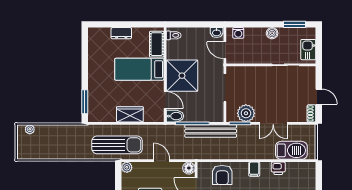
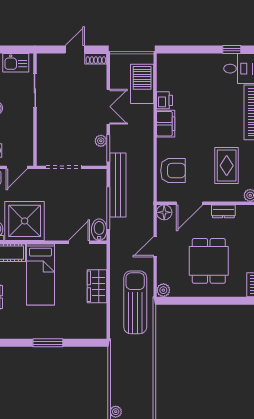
shower: (182, 76) -> (25, 221), moved
window: (85, 102) -> (48, 343), moved
plant: (246, 113) -> (101, 141), width x0.53, depth x0.53
filing cabinet: (254, 169) -> (166, 124), width x2.00

